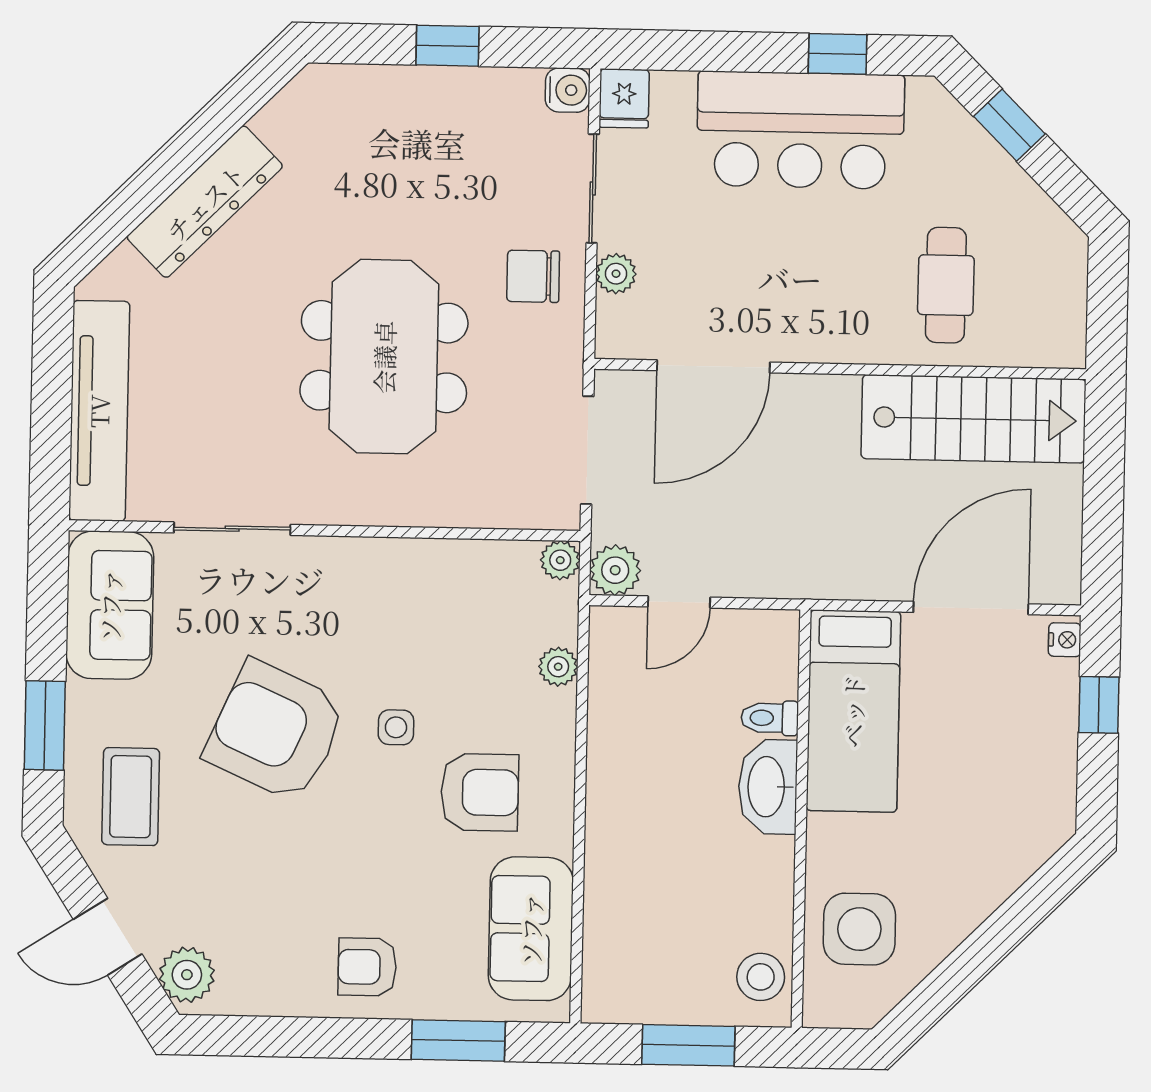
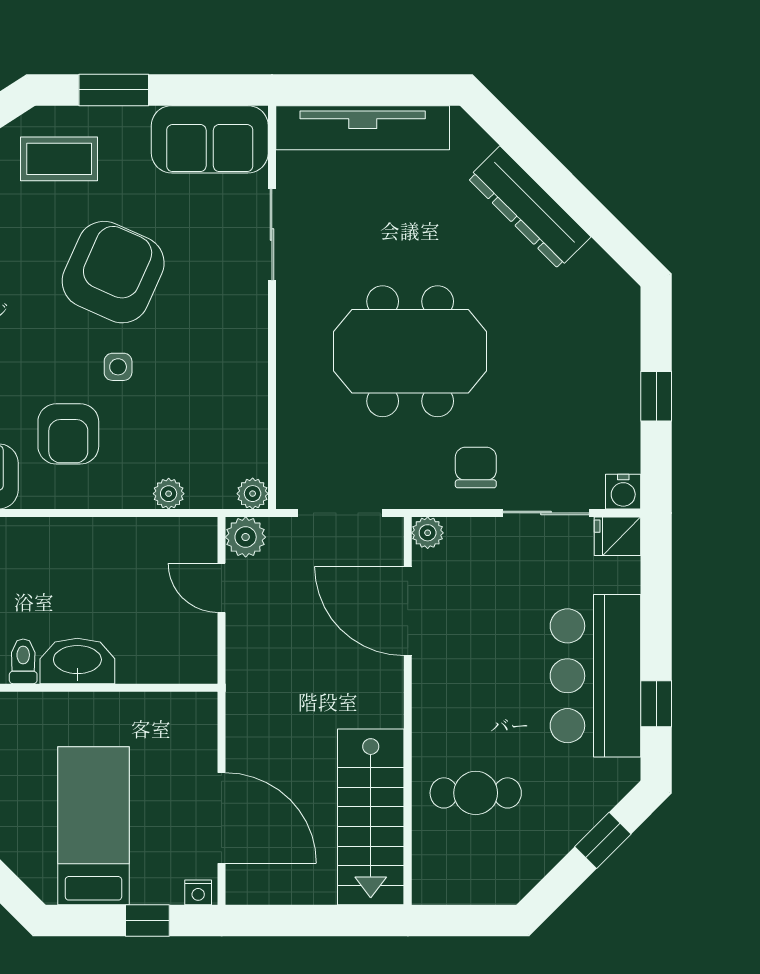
plant: (616, 274) -> (428, 533), moved
bed: (853, 711) -> (93, 826), moved, turned 90
toilet: (770, 718) -> (23, 661), moved

